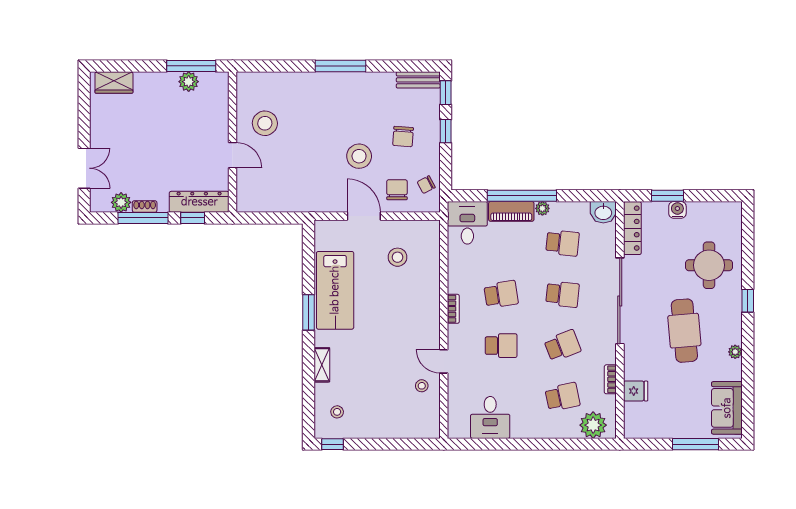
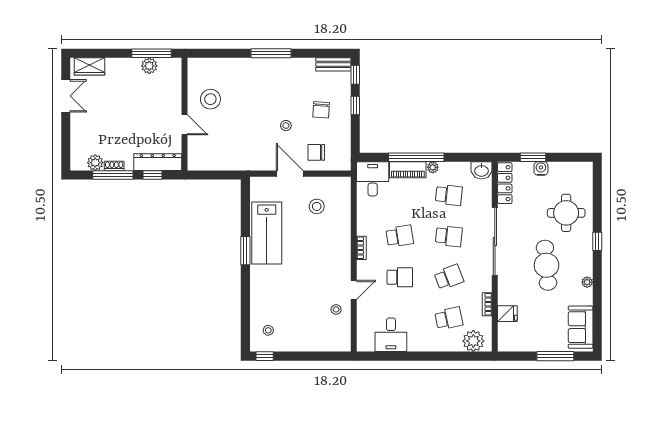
stool: (359, 156) -> (286, 126), width x0.53, depth x0.53
double door: (84, 168) -> (66, 96), moved
chair: (426, 185) -> (340, 148), removed
chair: (397, 190) -> (316, 152), turned -90
door: (444, 361) -> (354, 290), swing flipped
shelving: (322, 365) -> (256, 293), removed

